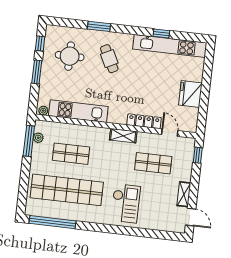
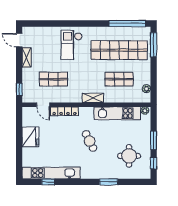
window: (161, 34) -> (48, 182), moved
cafe table: (109, 59) -> (90, 141), moved
shelving: (123, 136) -> (93, 98), moved
window: (29, 141) -> (154, 45), moved

